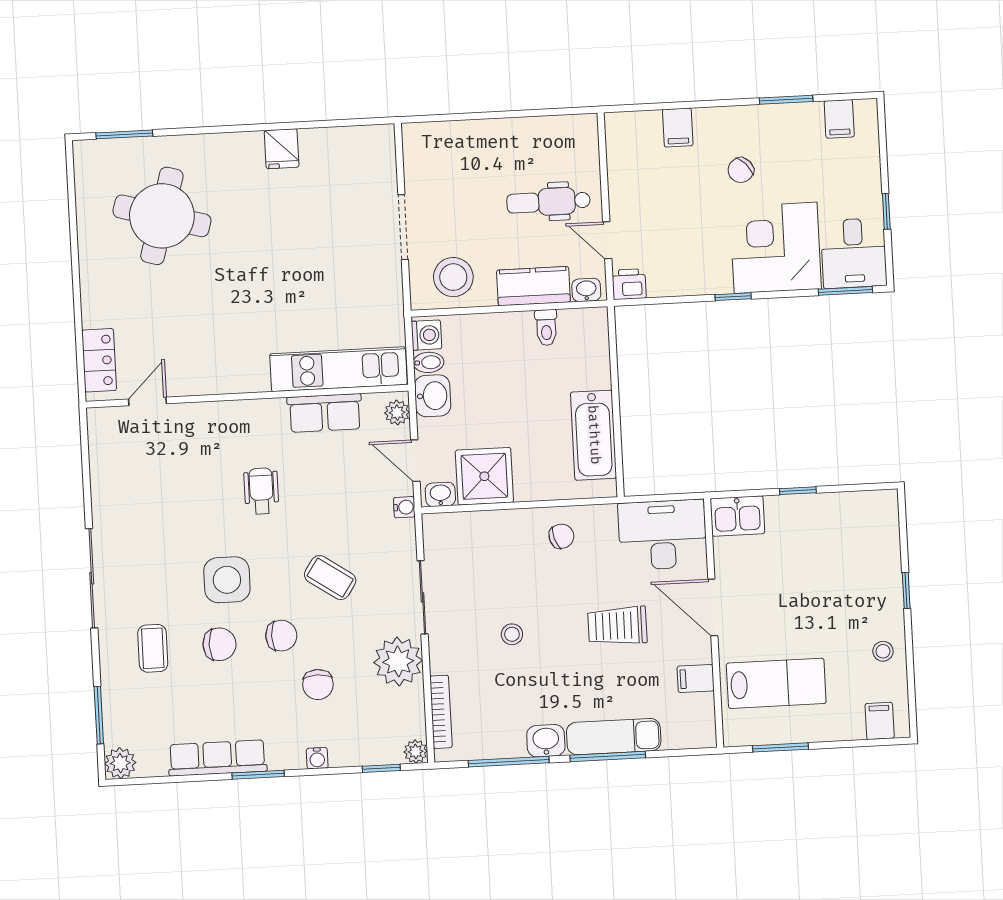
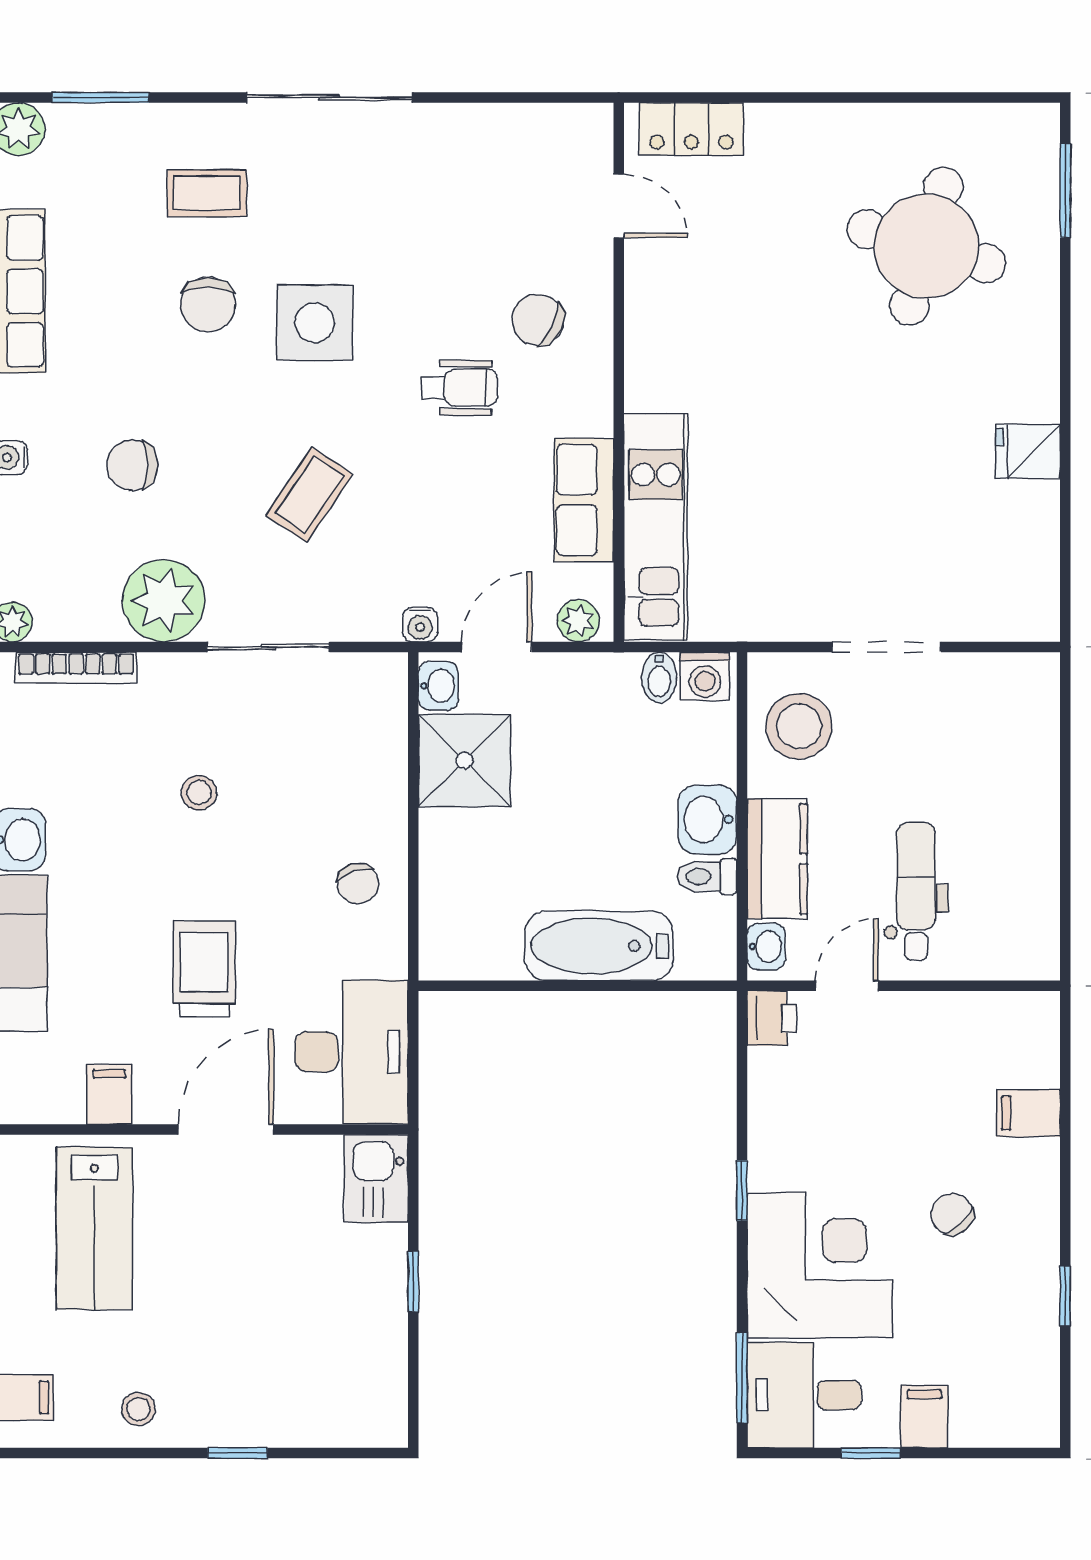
window: (786, 100) -> (1065, 1296), width x0.67
filing cabinet: (839, 119) -> (924, 1416), moved, turned 90
washbasin: (433, 396) -> (708, 820), moved, turned 90
bathtub: (594, 435) -> (599, 946), moved
chair: (281, 636) -> (538, 320), moved, turned 116

